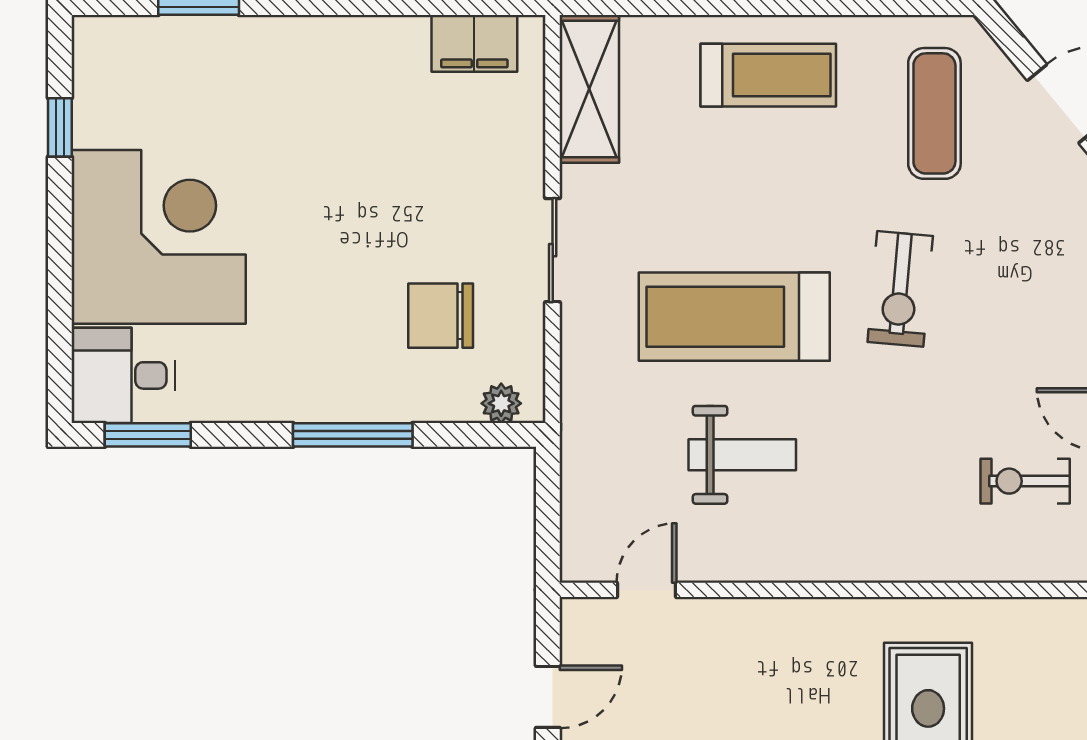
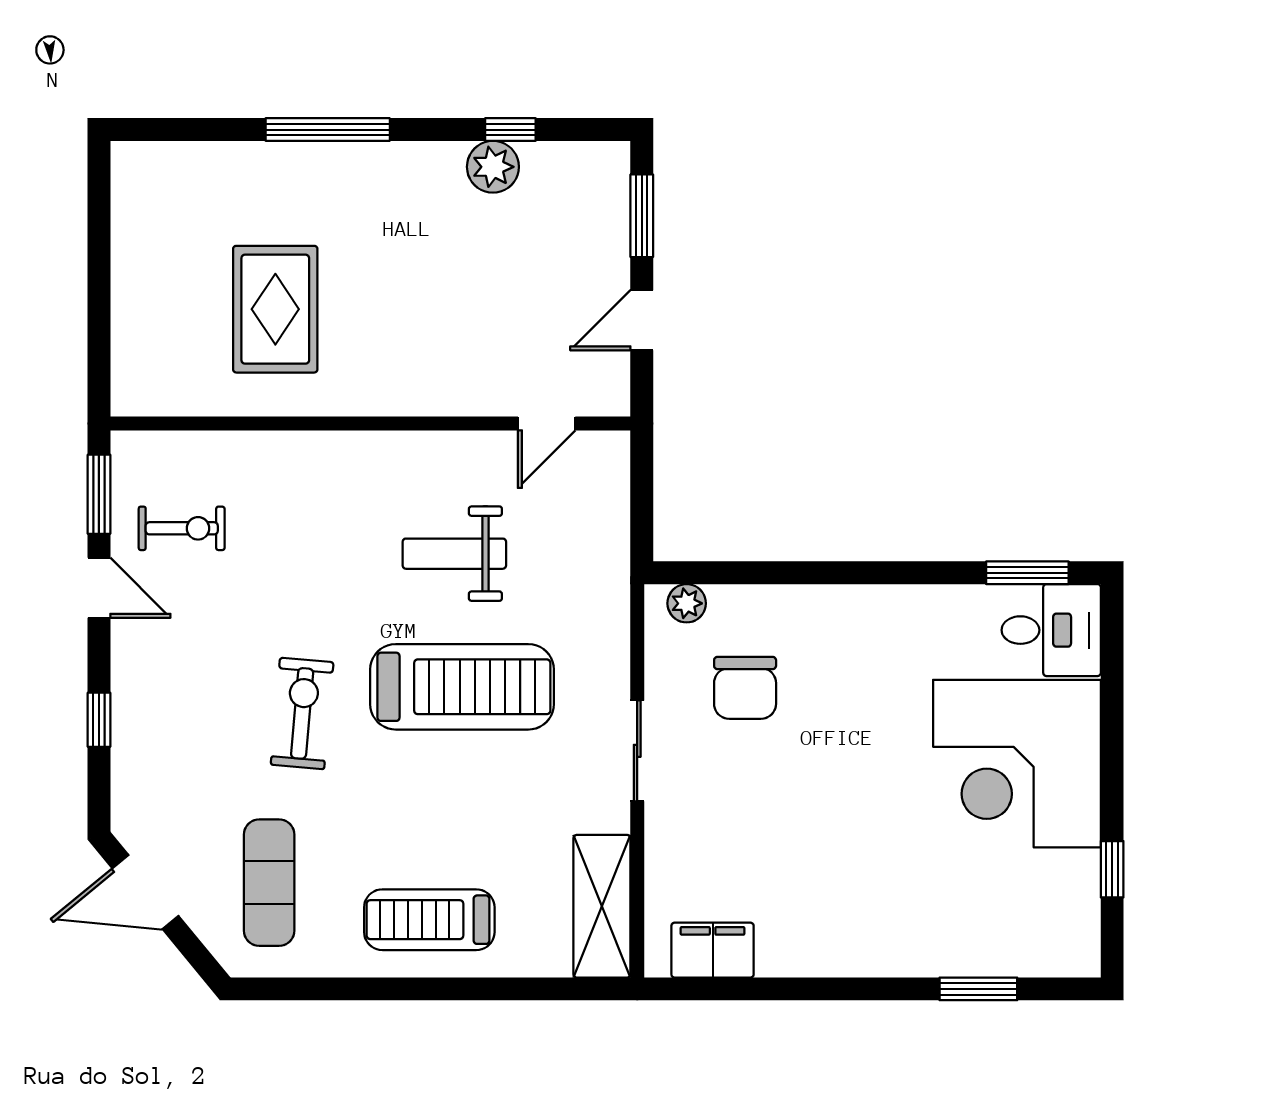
chair: (441, 316) -> (745, 688), turned 90
window: (353, 435) -> (830, 573), removed

